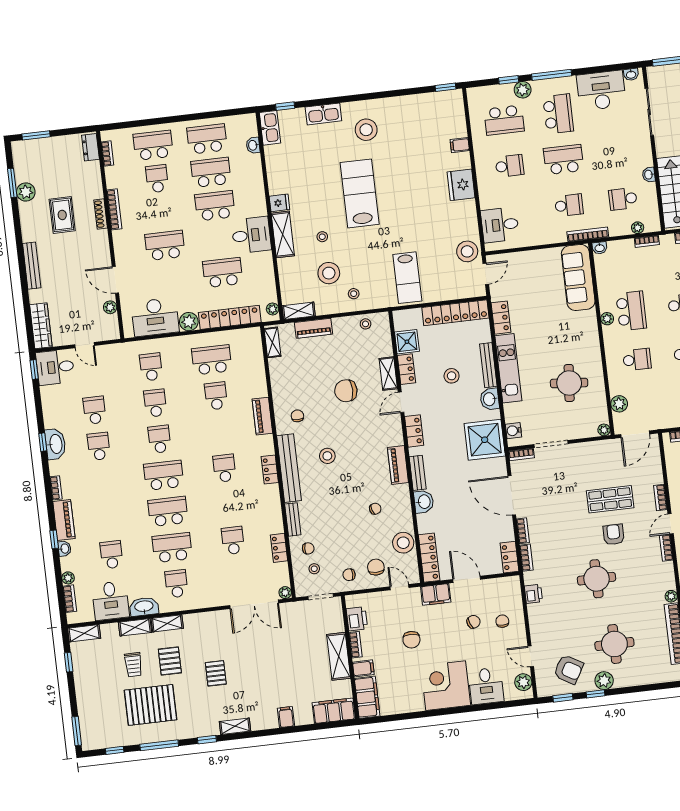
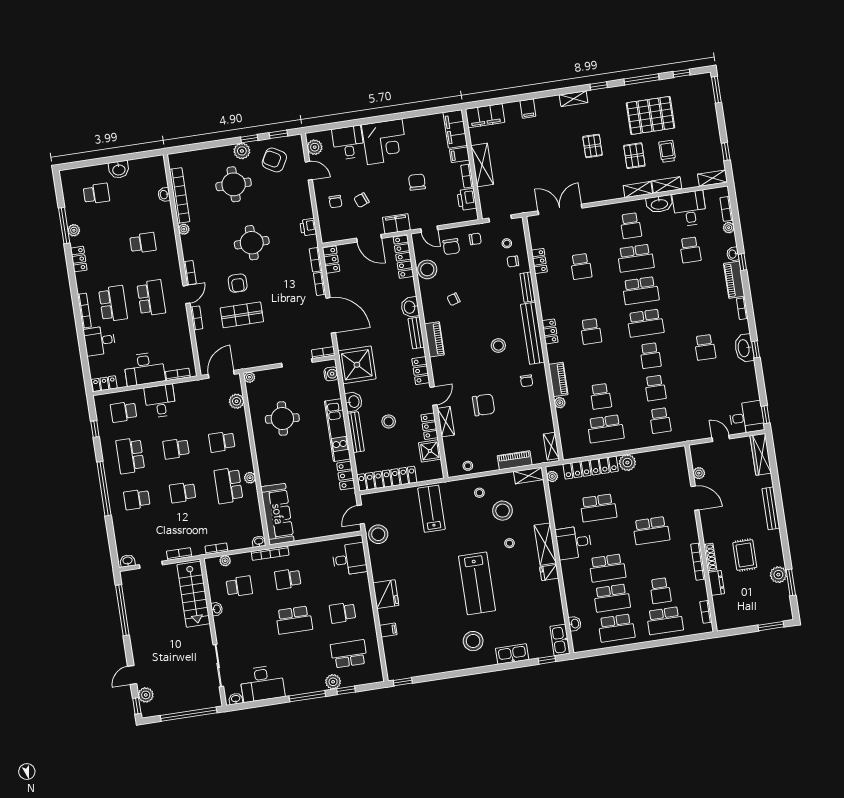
school desk: (558, 114) -> (300, 661), removed
dresser: (90, 147) -> (716, 583), moved
desk: (155, 317) -> (658, 466), removed
school desk: (94, 410) -> (710, 380), removed
plant: (285, 593) -> (560, 403), moved

